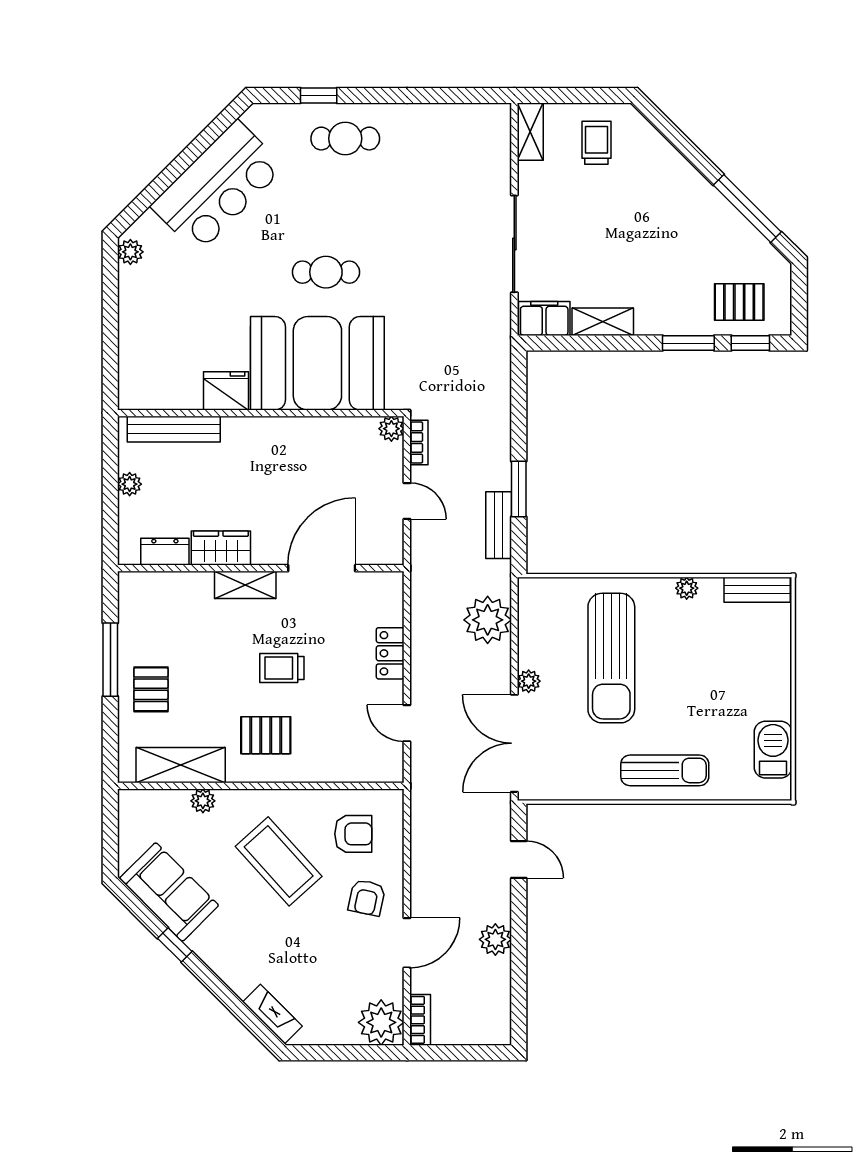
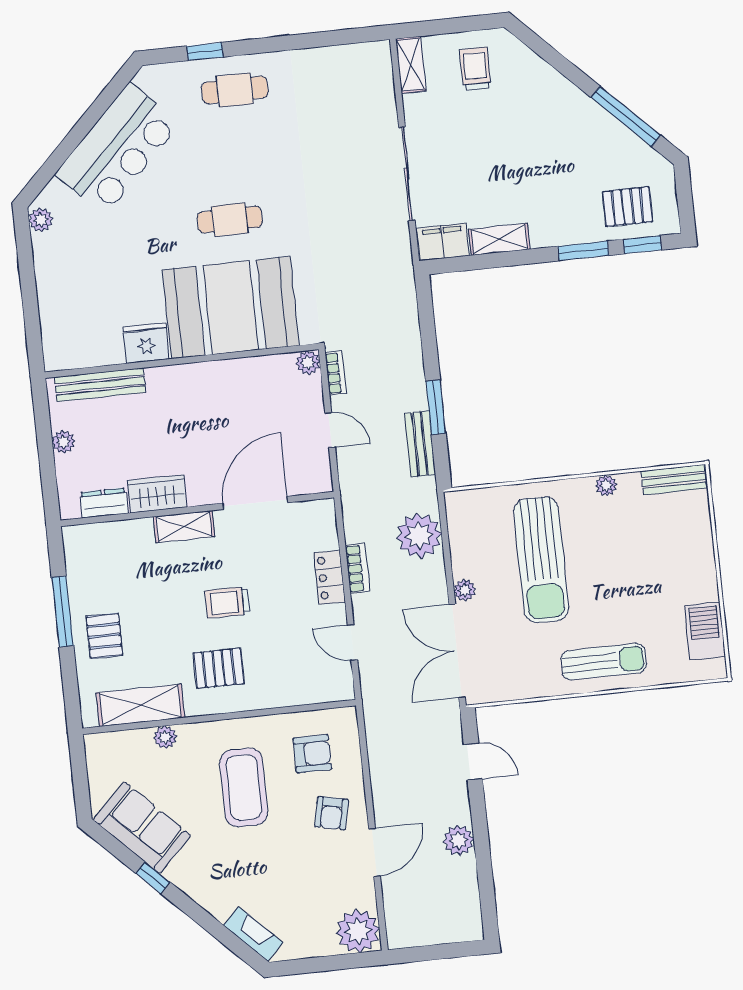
coffee table: (279, 861) -> (244, 787), turned 42
bookcase: (420, 1020) -> (357, 568), moved

